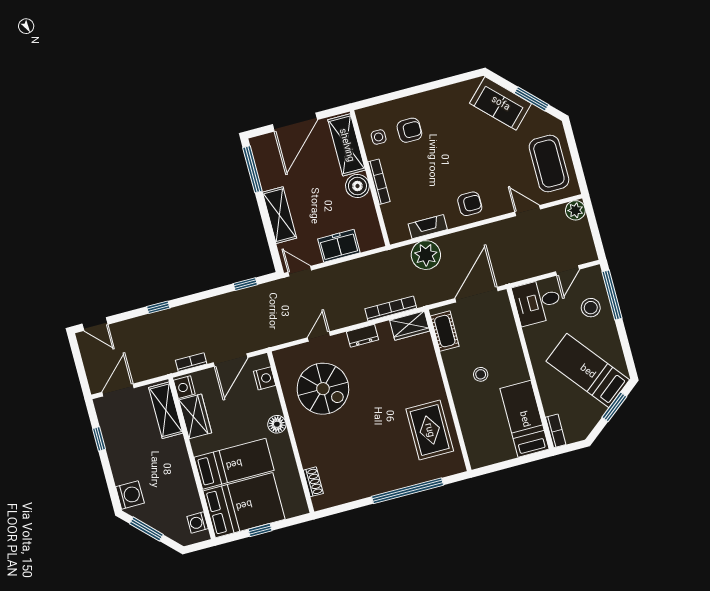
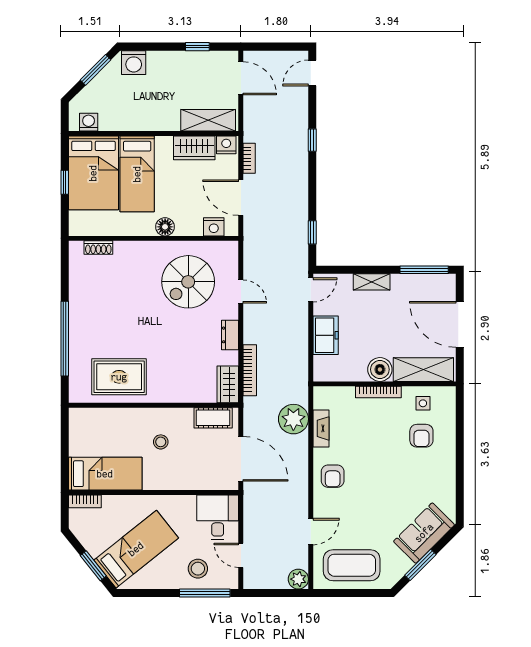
shelving: (280, 215) -> (372, 282), width x0.67, depth x0.75

